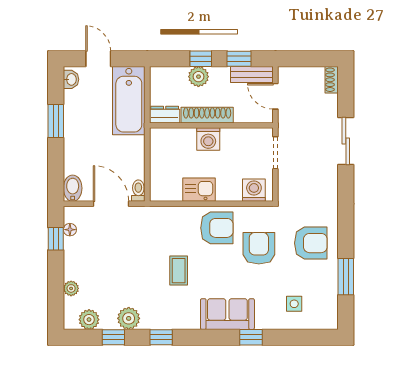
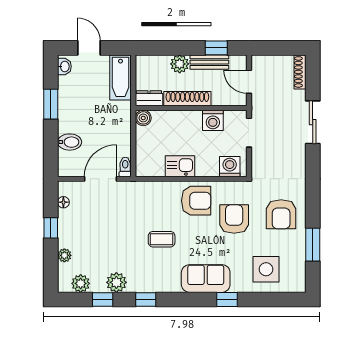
window: (201, 59) -> (182, 48), removed
bench: (252, 75) -> (209, 62), moved
shoe rack: (332, 80) -> (300, 72), width x1.43
bathtub: (129, 101) -> (121, 77), width x0.73, depth x0.73
boiler: (158, 136) -> (143, 118), added
washing machine: (208, 139) -> (213, 120), moved
bidet: (73, 188) -> (70, 142), moved, turned 90
door: (111, 204) -> (100, 179), hinge flipped
window: (56, 239) -> (51, 228), moved
armchair: (311, 243) -> (281, 214), turned 90
coffee table: (179, 271) -> (162, 239), turned 90
side table: (294, 304) -> (266, 269), width x1.87, depth x1.87

